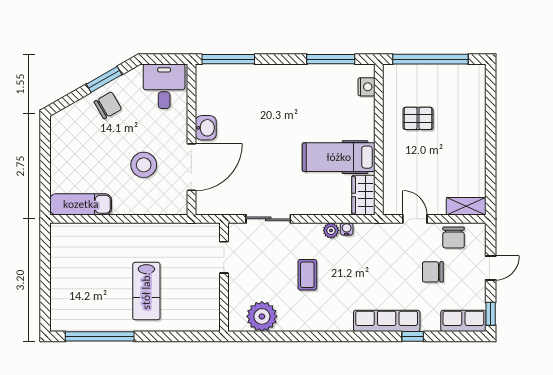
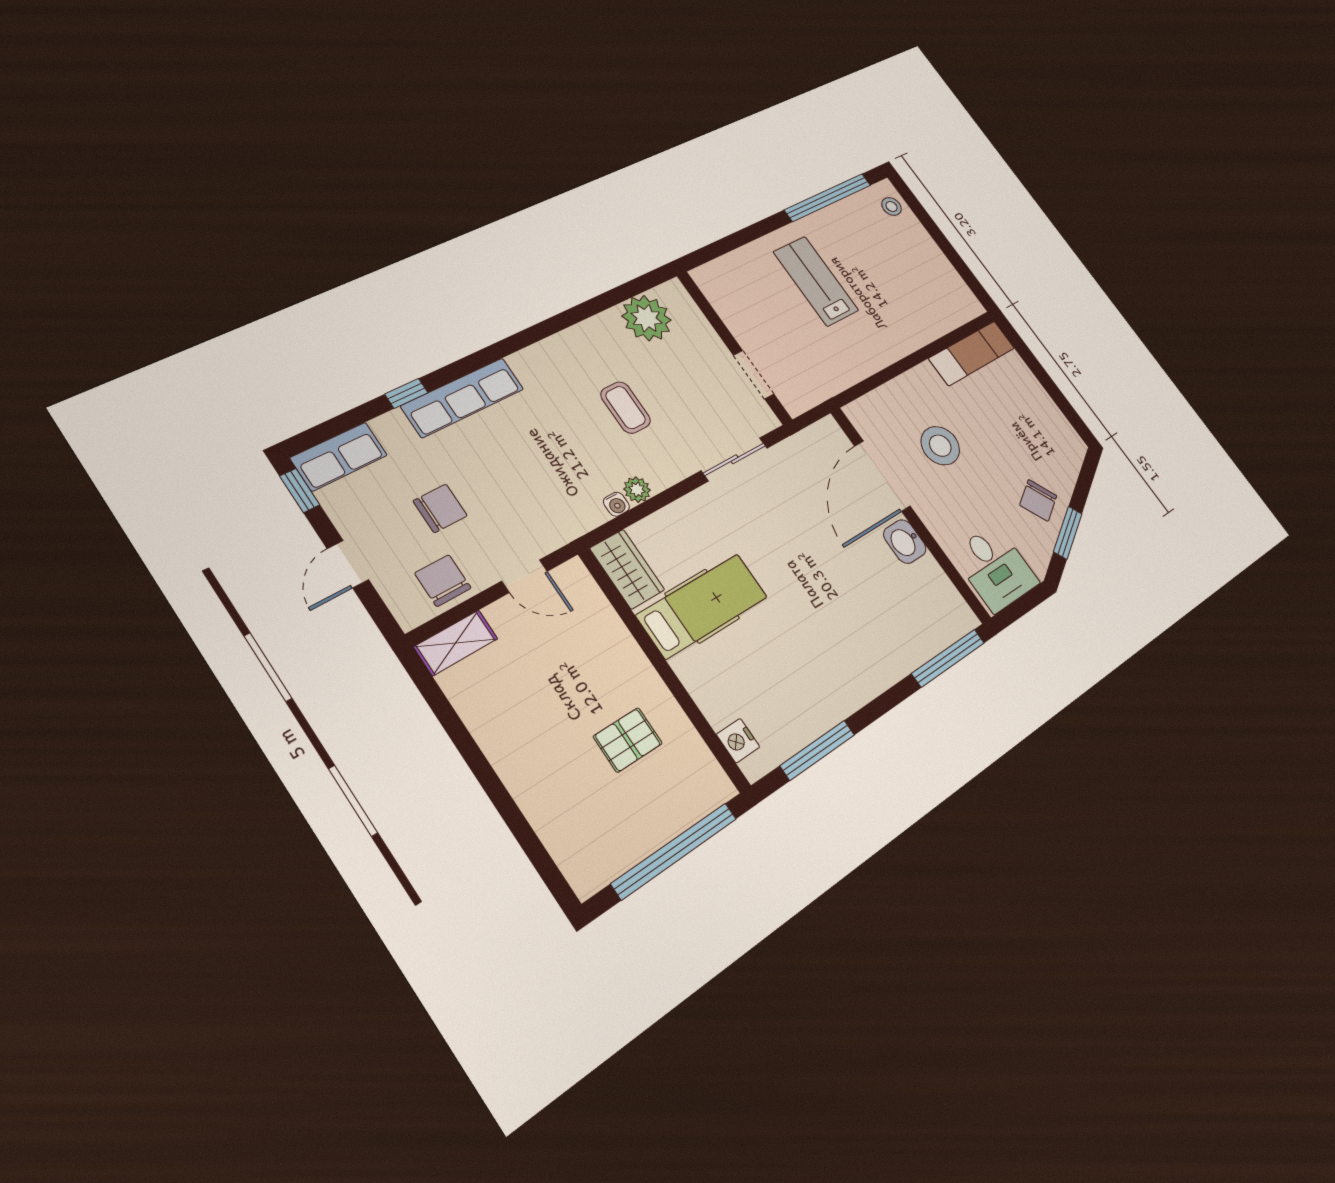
stool: (62, 313) -> (891, 206), added

